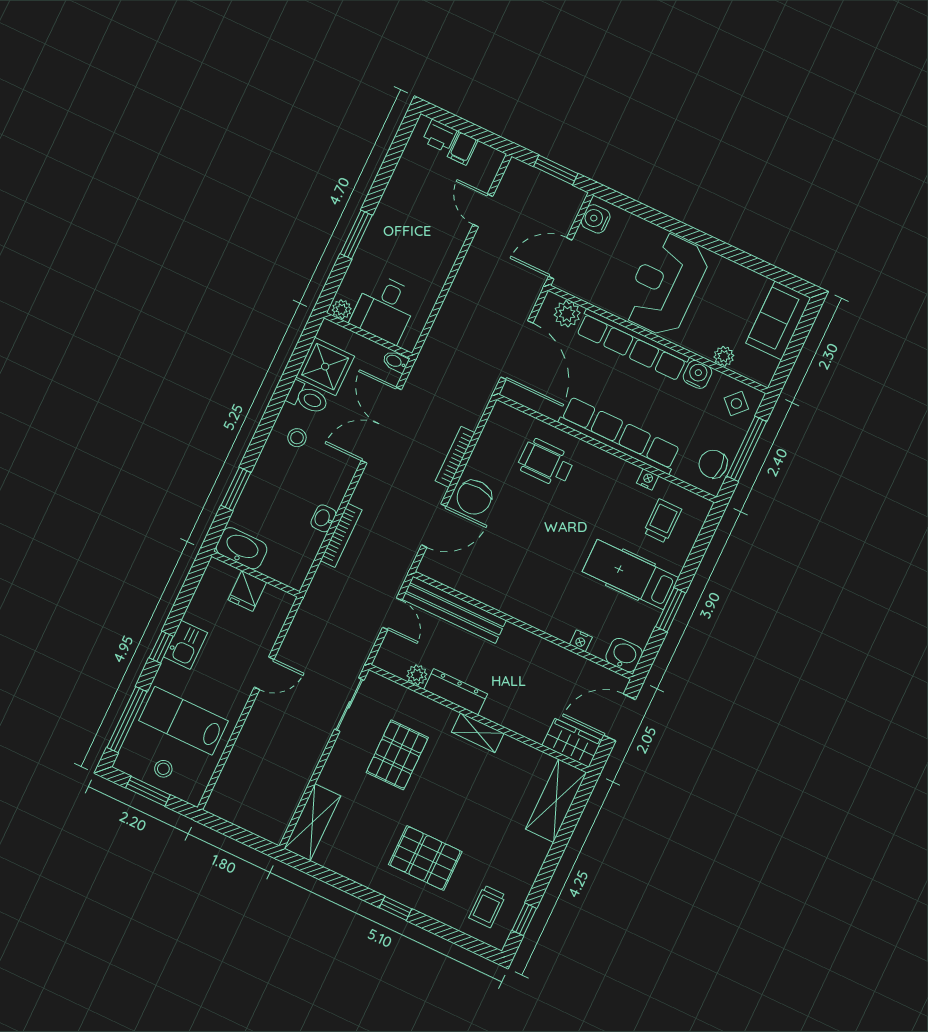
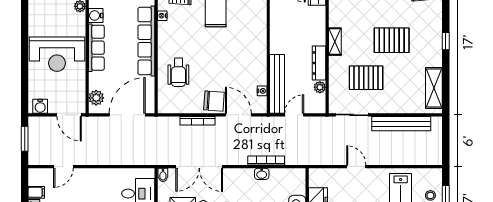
row of seats: (632, 345) -> (96, 48), width x0.73
nightstand: (581, 641) -> (262, 91), moved
bench: (299, 776) -> (401, 124), added
shelving: (312, 822) -> (434, 88), moved, turned 90
pallet: (425, 858) -> (392, 40), moved, turned 90

